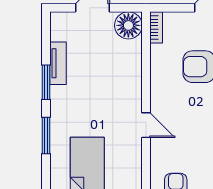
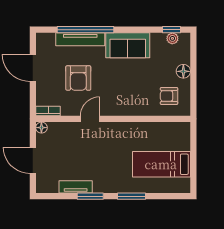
floor lamp: (128, 25) -> (41, 128), width x0.53, depth x0.53
door: (146, 125) -> (90, 119), moved

